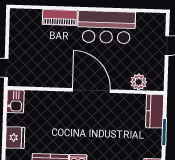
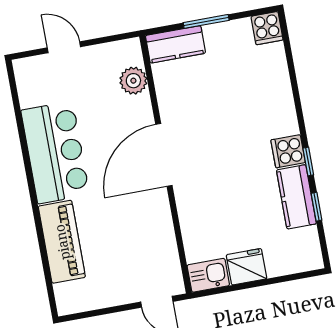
piano: (60, 18) -> (62, 242), width x1.37, depth x1.33
fridge: (15, 138) -> (247, 267), moved

